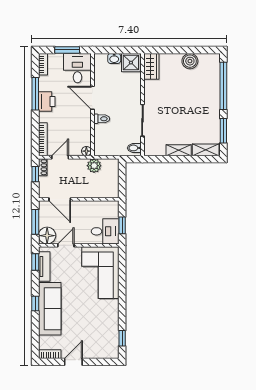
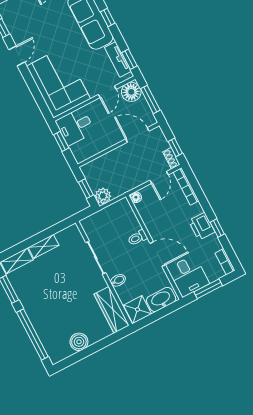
washbasin: (114, 58) -> (161, 299), width x1.91, depth x1.45
wardrobe: (151, 66) -> (112, 310), width x1.50
window: (35, 94) -> (217, 228), width x0.46
bidet: (134, 148) -> (118, 280), moved
plant: (94, 166) -> (103, 196), moved
window: (122, 178) -> (86, 189), added
door: (122, 310) -> (17, 56), added

